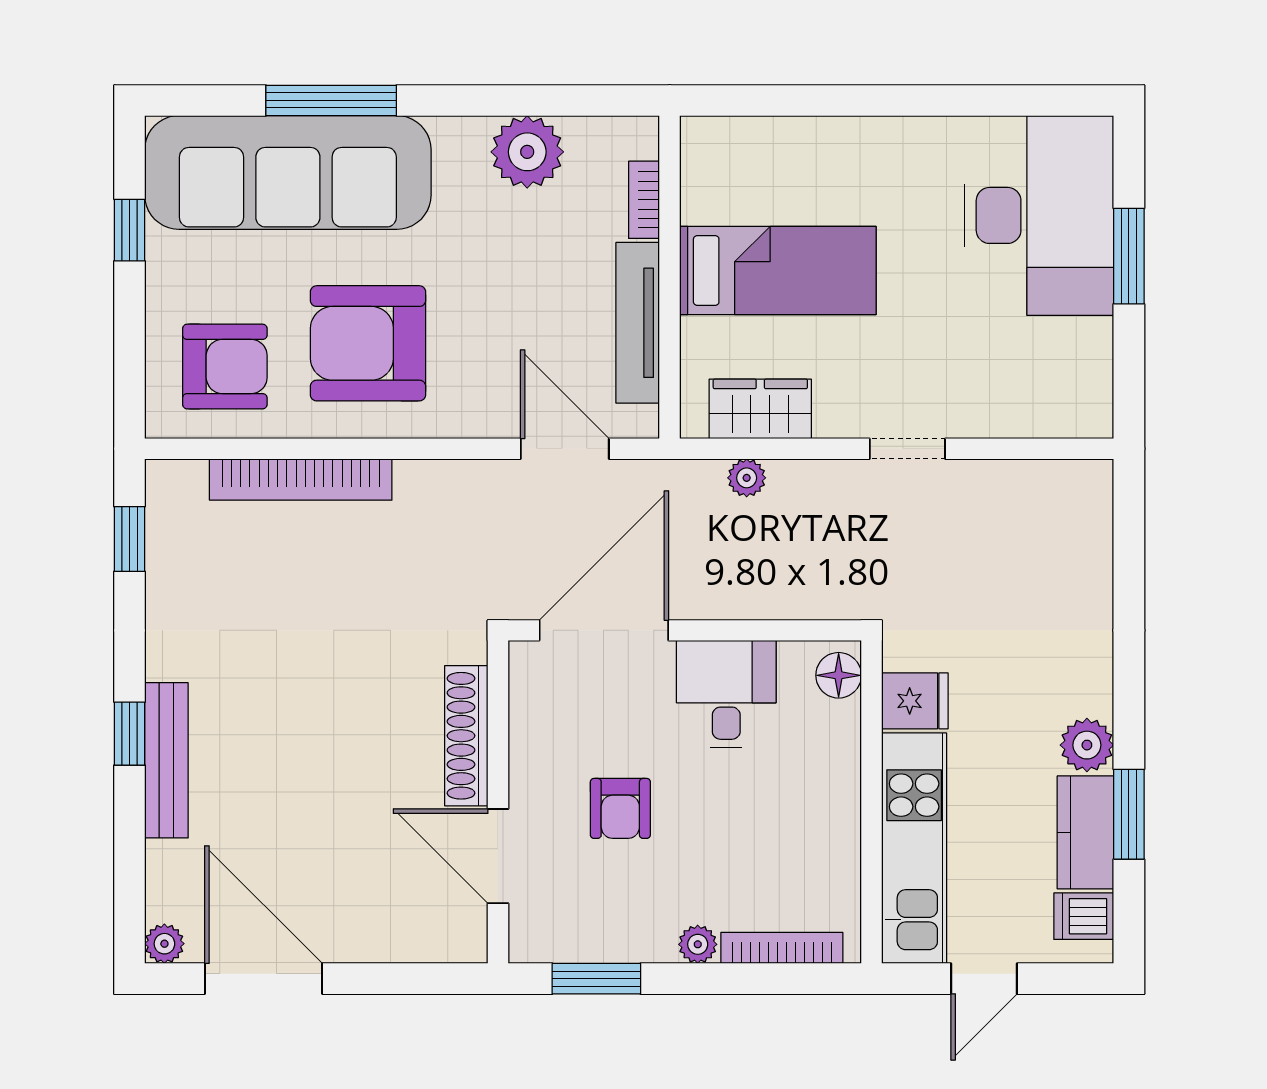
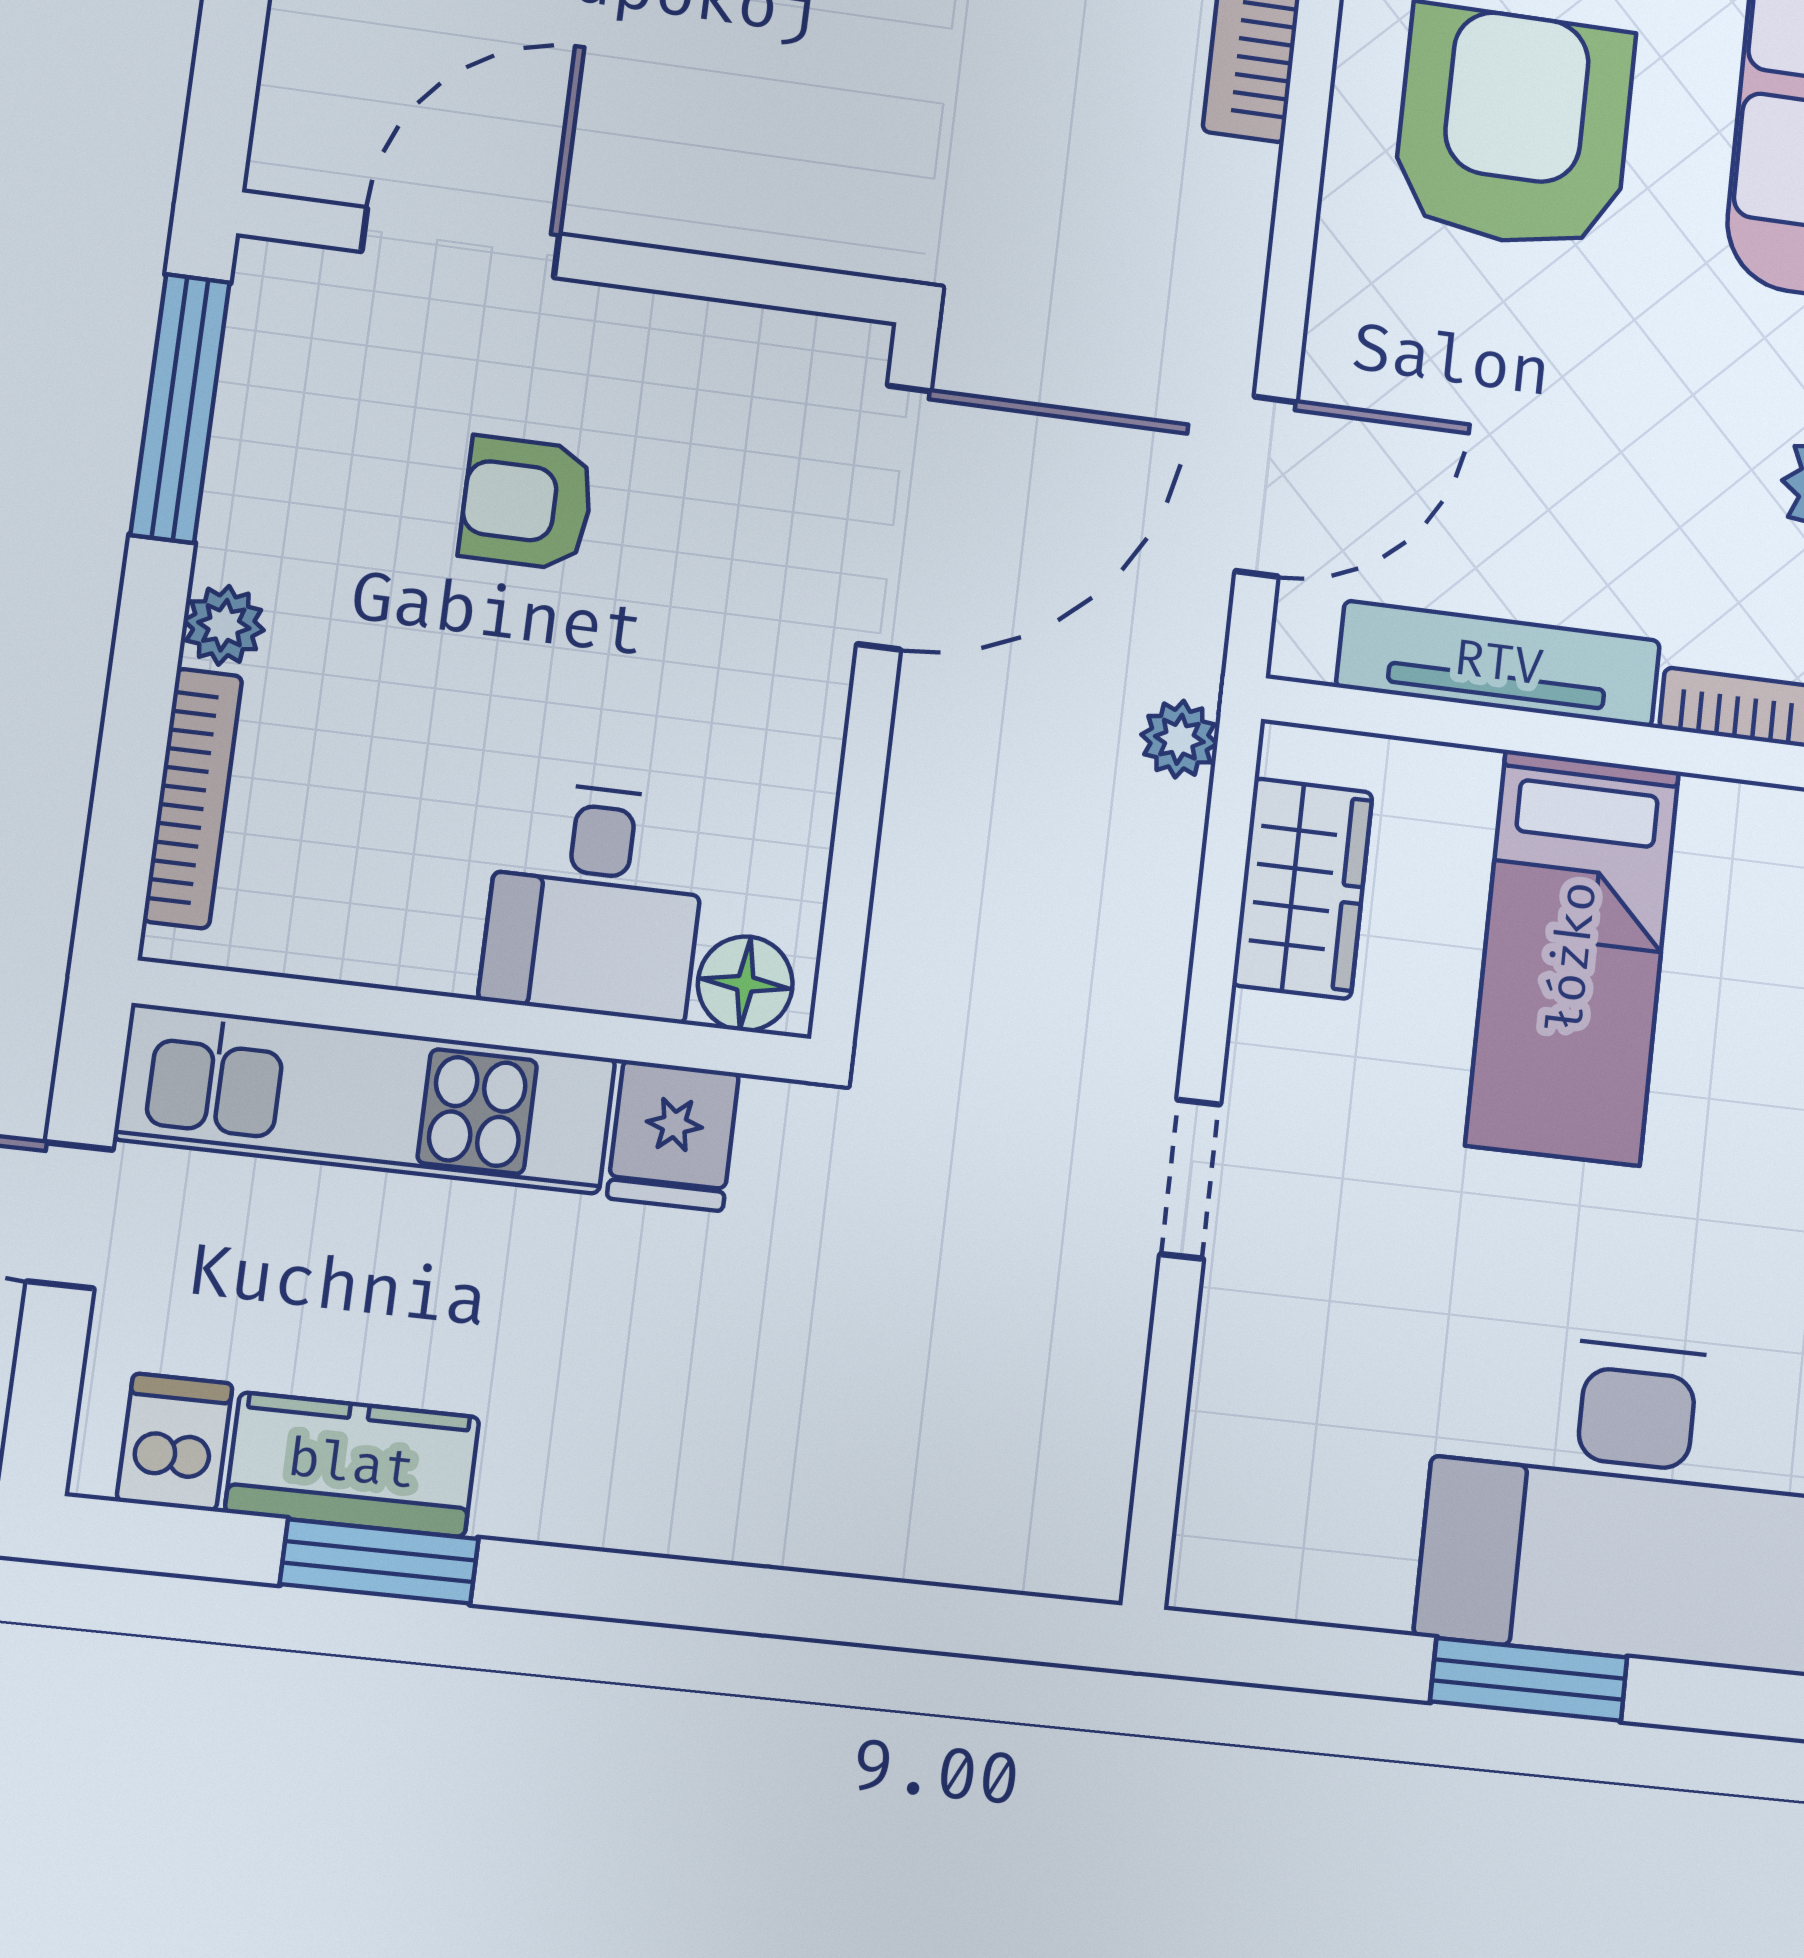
plant: (747, 478) -> (1179, 739), moved
door: (604, 630) -> (894, 517), hinge flipped
desk: (726, 694) -> (595, 901), moved, turned 90
shoe rack: (466, 736) -> (714, 213), removed
plant: (1087, 745) -> (536, 1487), removed
window: (596, 979) -> (180, 408), width x1.44

